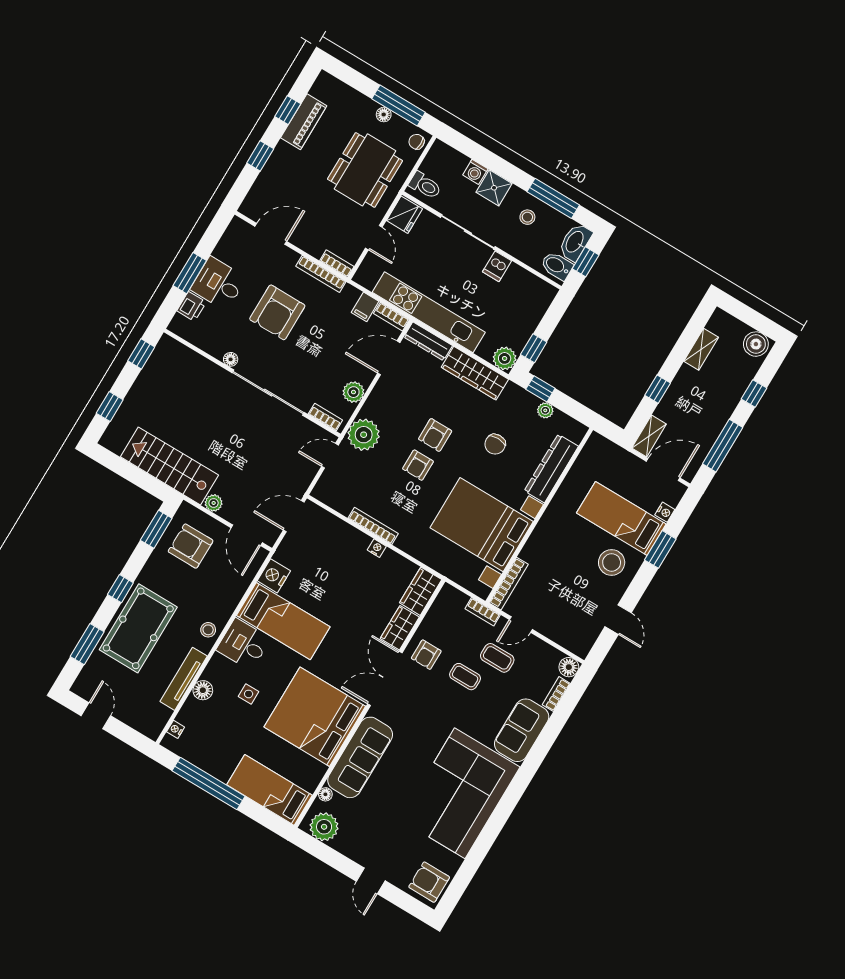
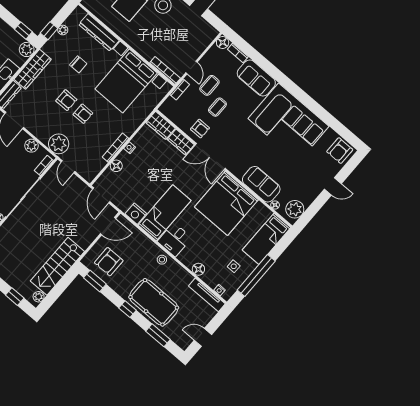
plant: (214, 503) -> (39, 297), moved
floor lamp: (344, 532) -> (116, 166), added
tv unit: (184, 679) -> (207, 295), moved
side table: (249, 694) -> (234, 266), moved
sofa: (360, 757) -> (261, 184), width x0.73

